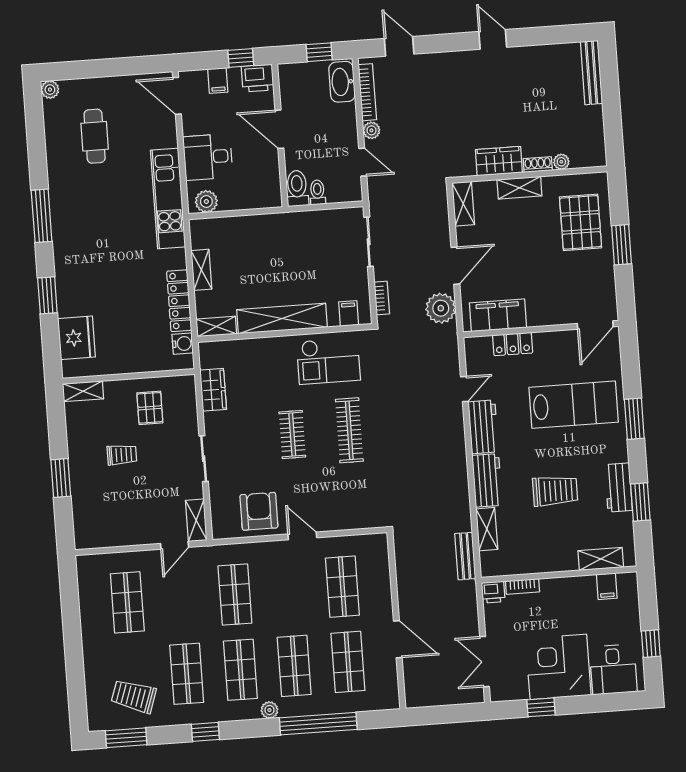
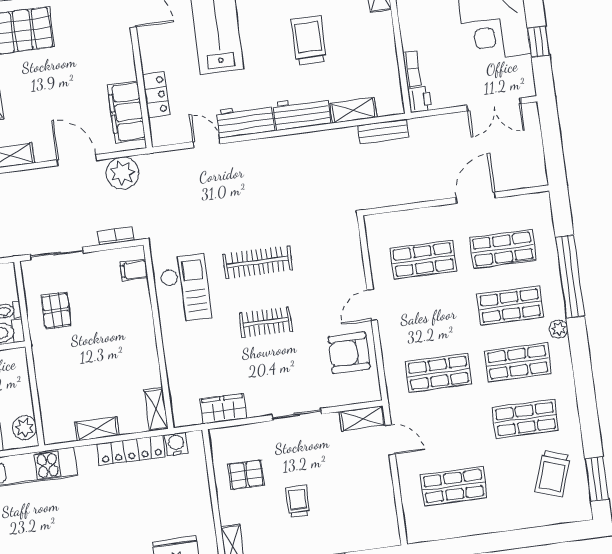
pallet: (315, 238) -> (56, 311), added
shelving: (282, 318) -> (143, 340), removed
window: (205, 732) -> (586, 395), removed

